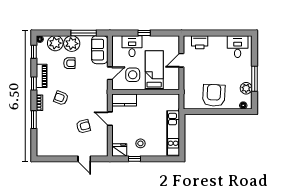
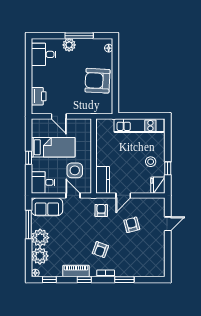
desk: (132, 46) -> (43, 182), moved
armchair: (69, 63) -> (101, 210), moved
bed: (154, 70) -> (53, 147), moved, turned 180
plant: (246, 88) -> (69, 45), moved

